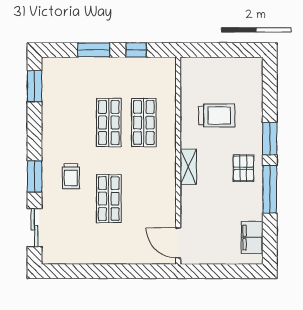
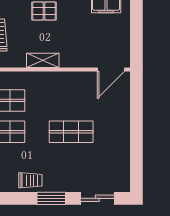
trolley: (71, 176) -> (30, 180), moved

